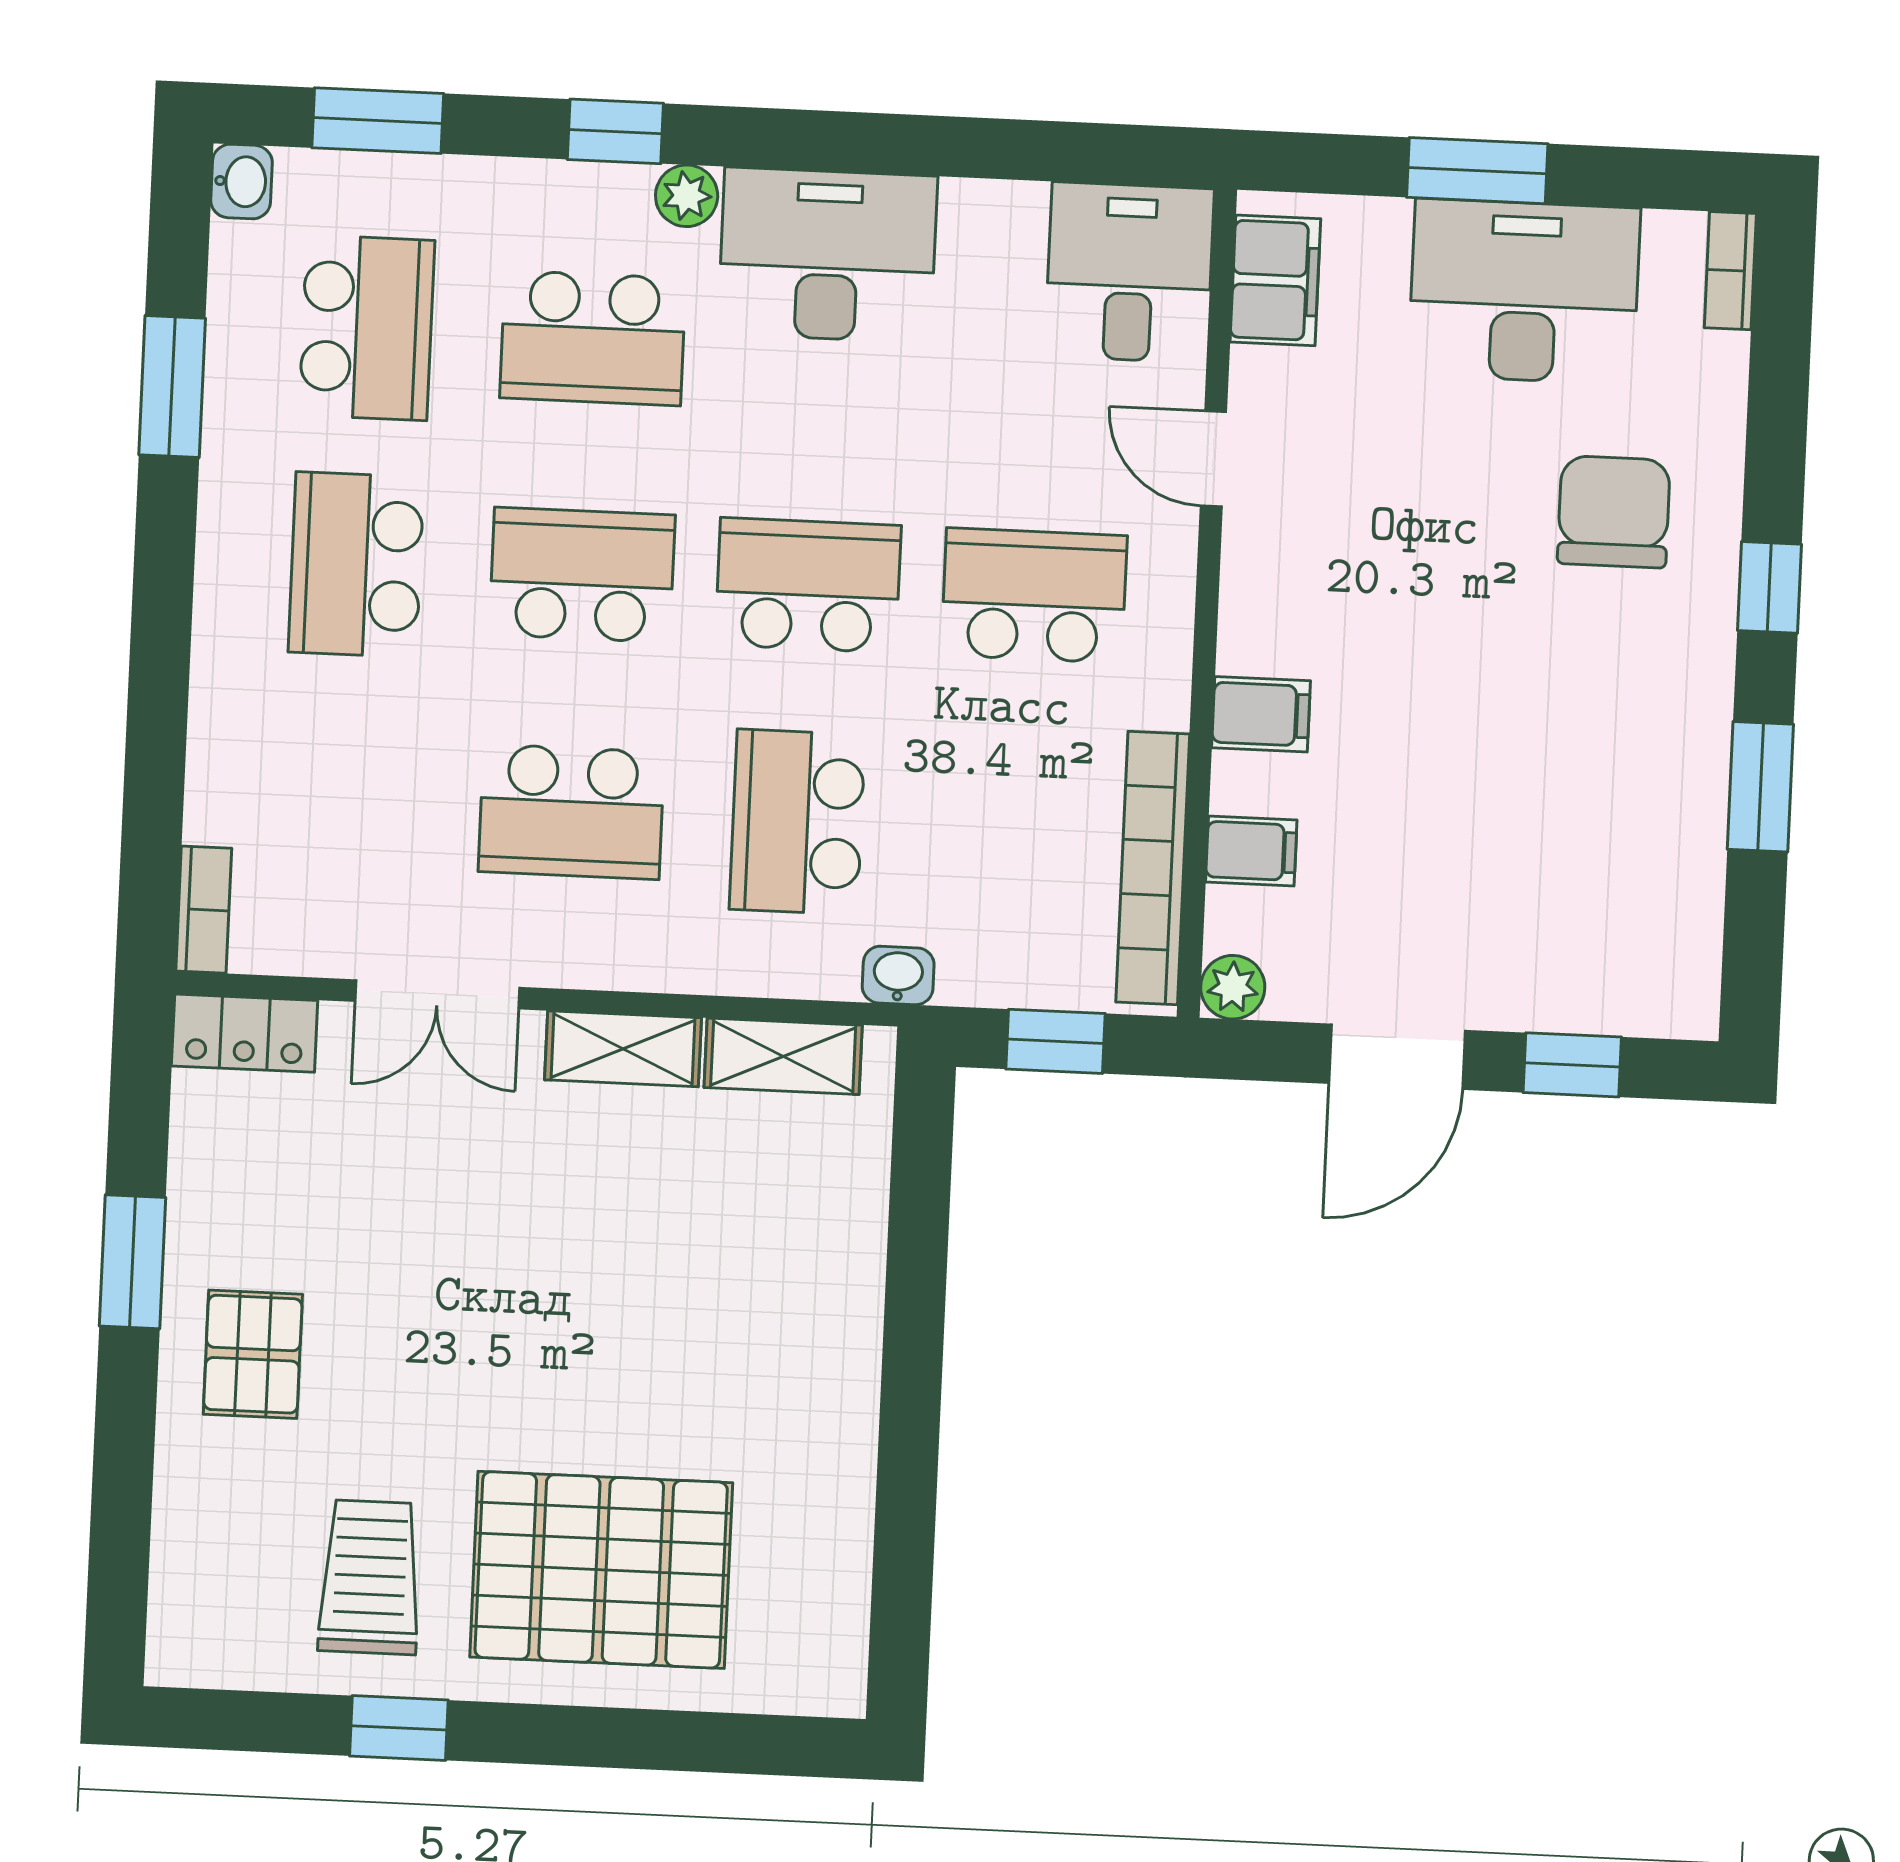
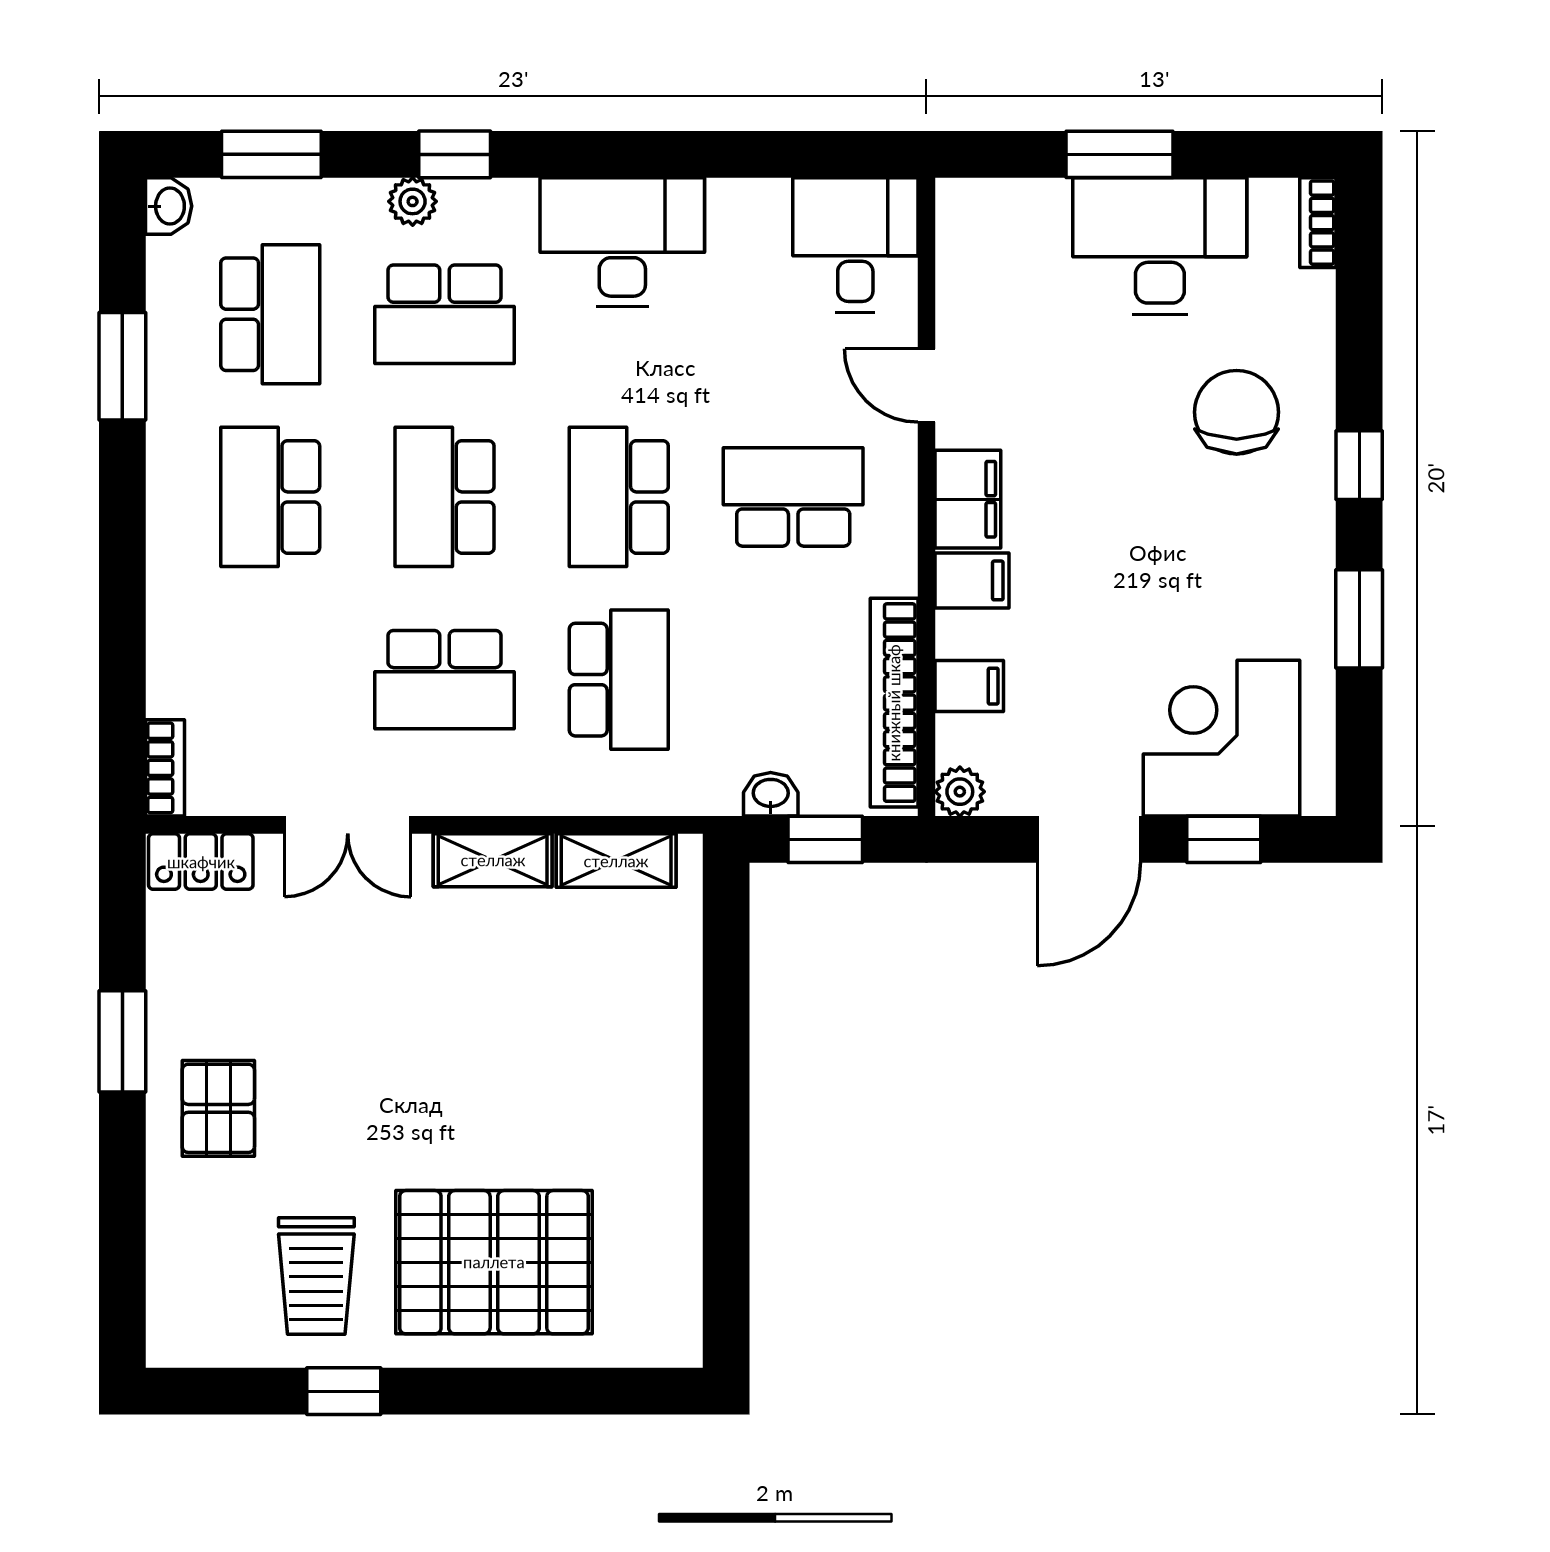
plant: (687, 196) -> (413, 201), moved
filing cabinet: (1275, 280) -> (968, 499), moved
school desk: (582, 575) -> (445, 497), turned -90
school desk: (808, 585) -> (619, 497), turned -90
school desk: (797, 822) -> (619, 680), turned 180
corner desk: (1575, 933) -> (1221, 738), added
washbasin: (898, 975) -> (771, 794), moved
trolley: (370, 1577) -> (316, 1276), turned 180

